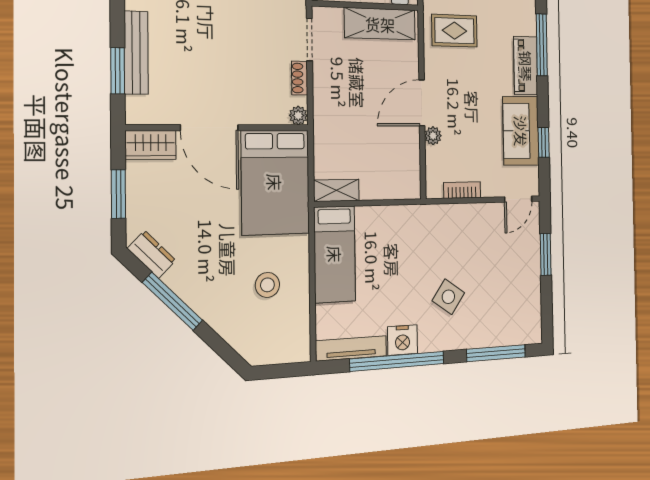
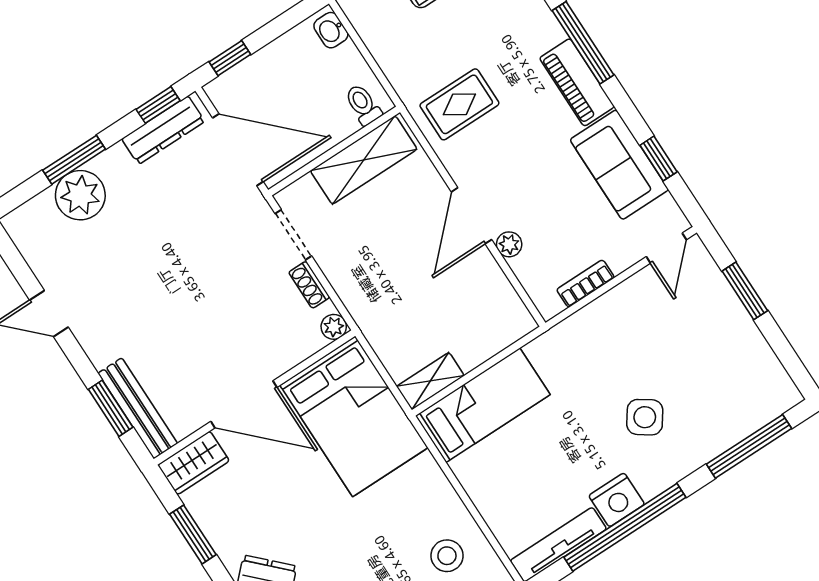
bench: (136, 53) -> (138, 408), moved
bed: (335, 254) -> (483, 405), moved, turned -90
stool: (267, 285) -> (447, 556), moved

